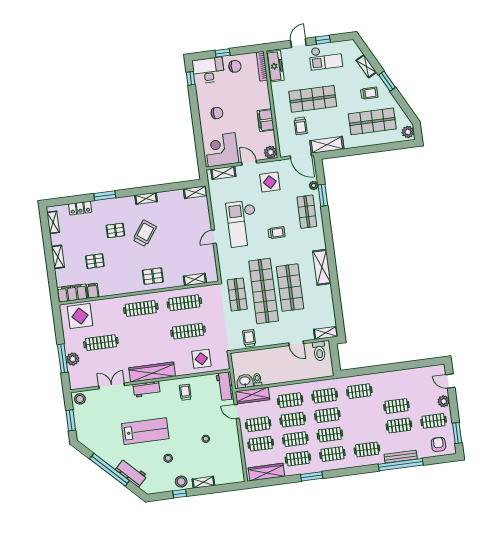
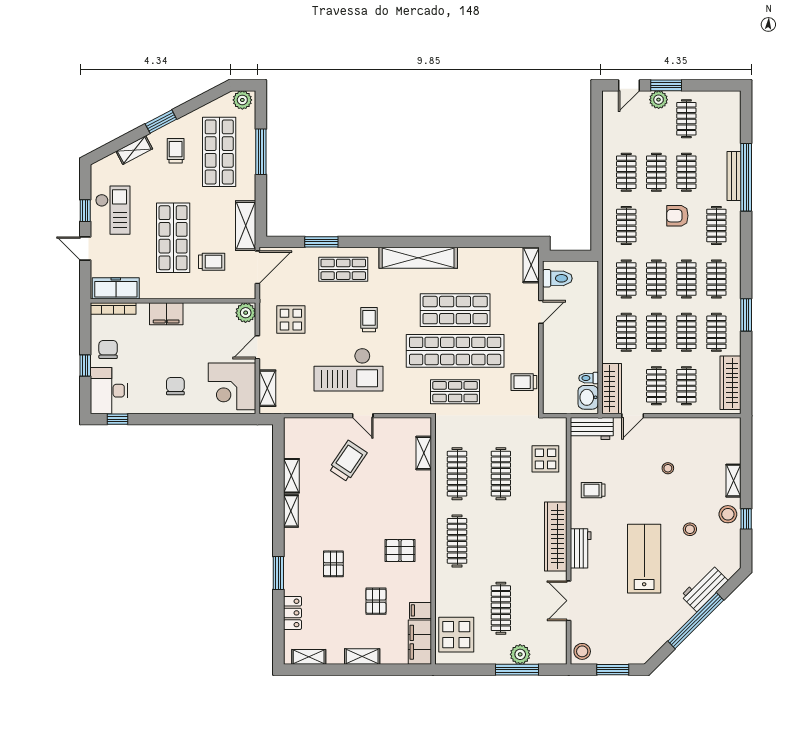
filing cabinet: (266, 120) -> (166, 314), moved
window: (376, 148) -> (261, 152), added
plant: (314, 186) -> (305, 254), removed
shelving: (195, 192) -> (291, 476), moved
trolley: (145, 233) -> (348, 461), moved, turned 88
shelving: (322, 267) -> (418, 258), width x1.47
pallet: (153, 276) -> (400, 551), moved, turned 90
clothes rail: (394, 387) -> (626, 172), added
window: (457, 433) -> (666, 85), moved
armchair: (438, 444) -> (677, 216), moved

